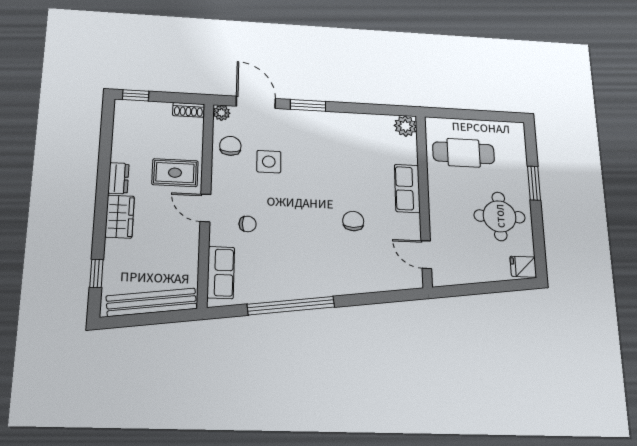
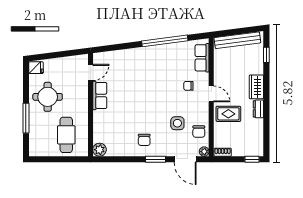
cafe table: (464, 153) -> (66, 135), turned 90
window: (534, 183) -> (26, 118), width x1.44
row of seats: (407, 188) -> (100, 95), moved
chair: (353, 221) -> (144, 140), moved
door: (426, 255) -> (91, 72), hinge flipped

